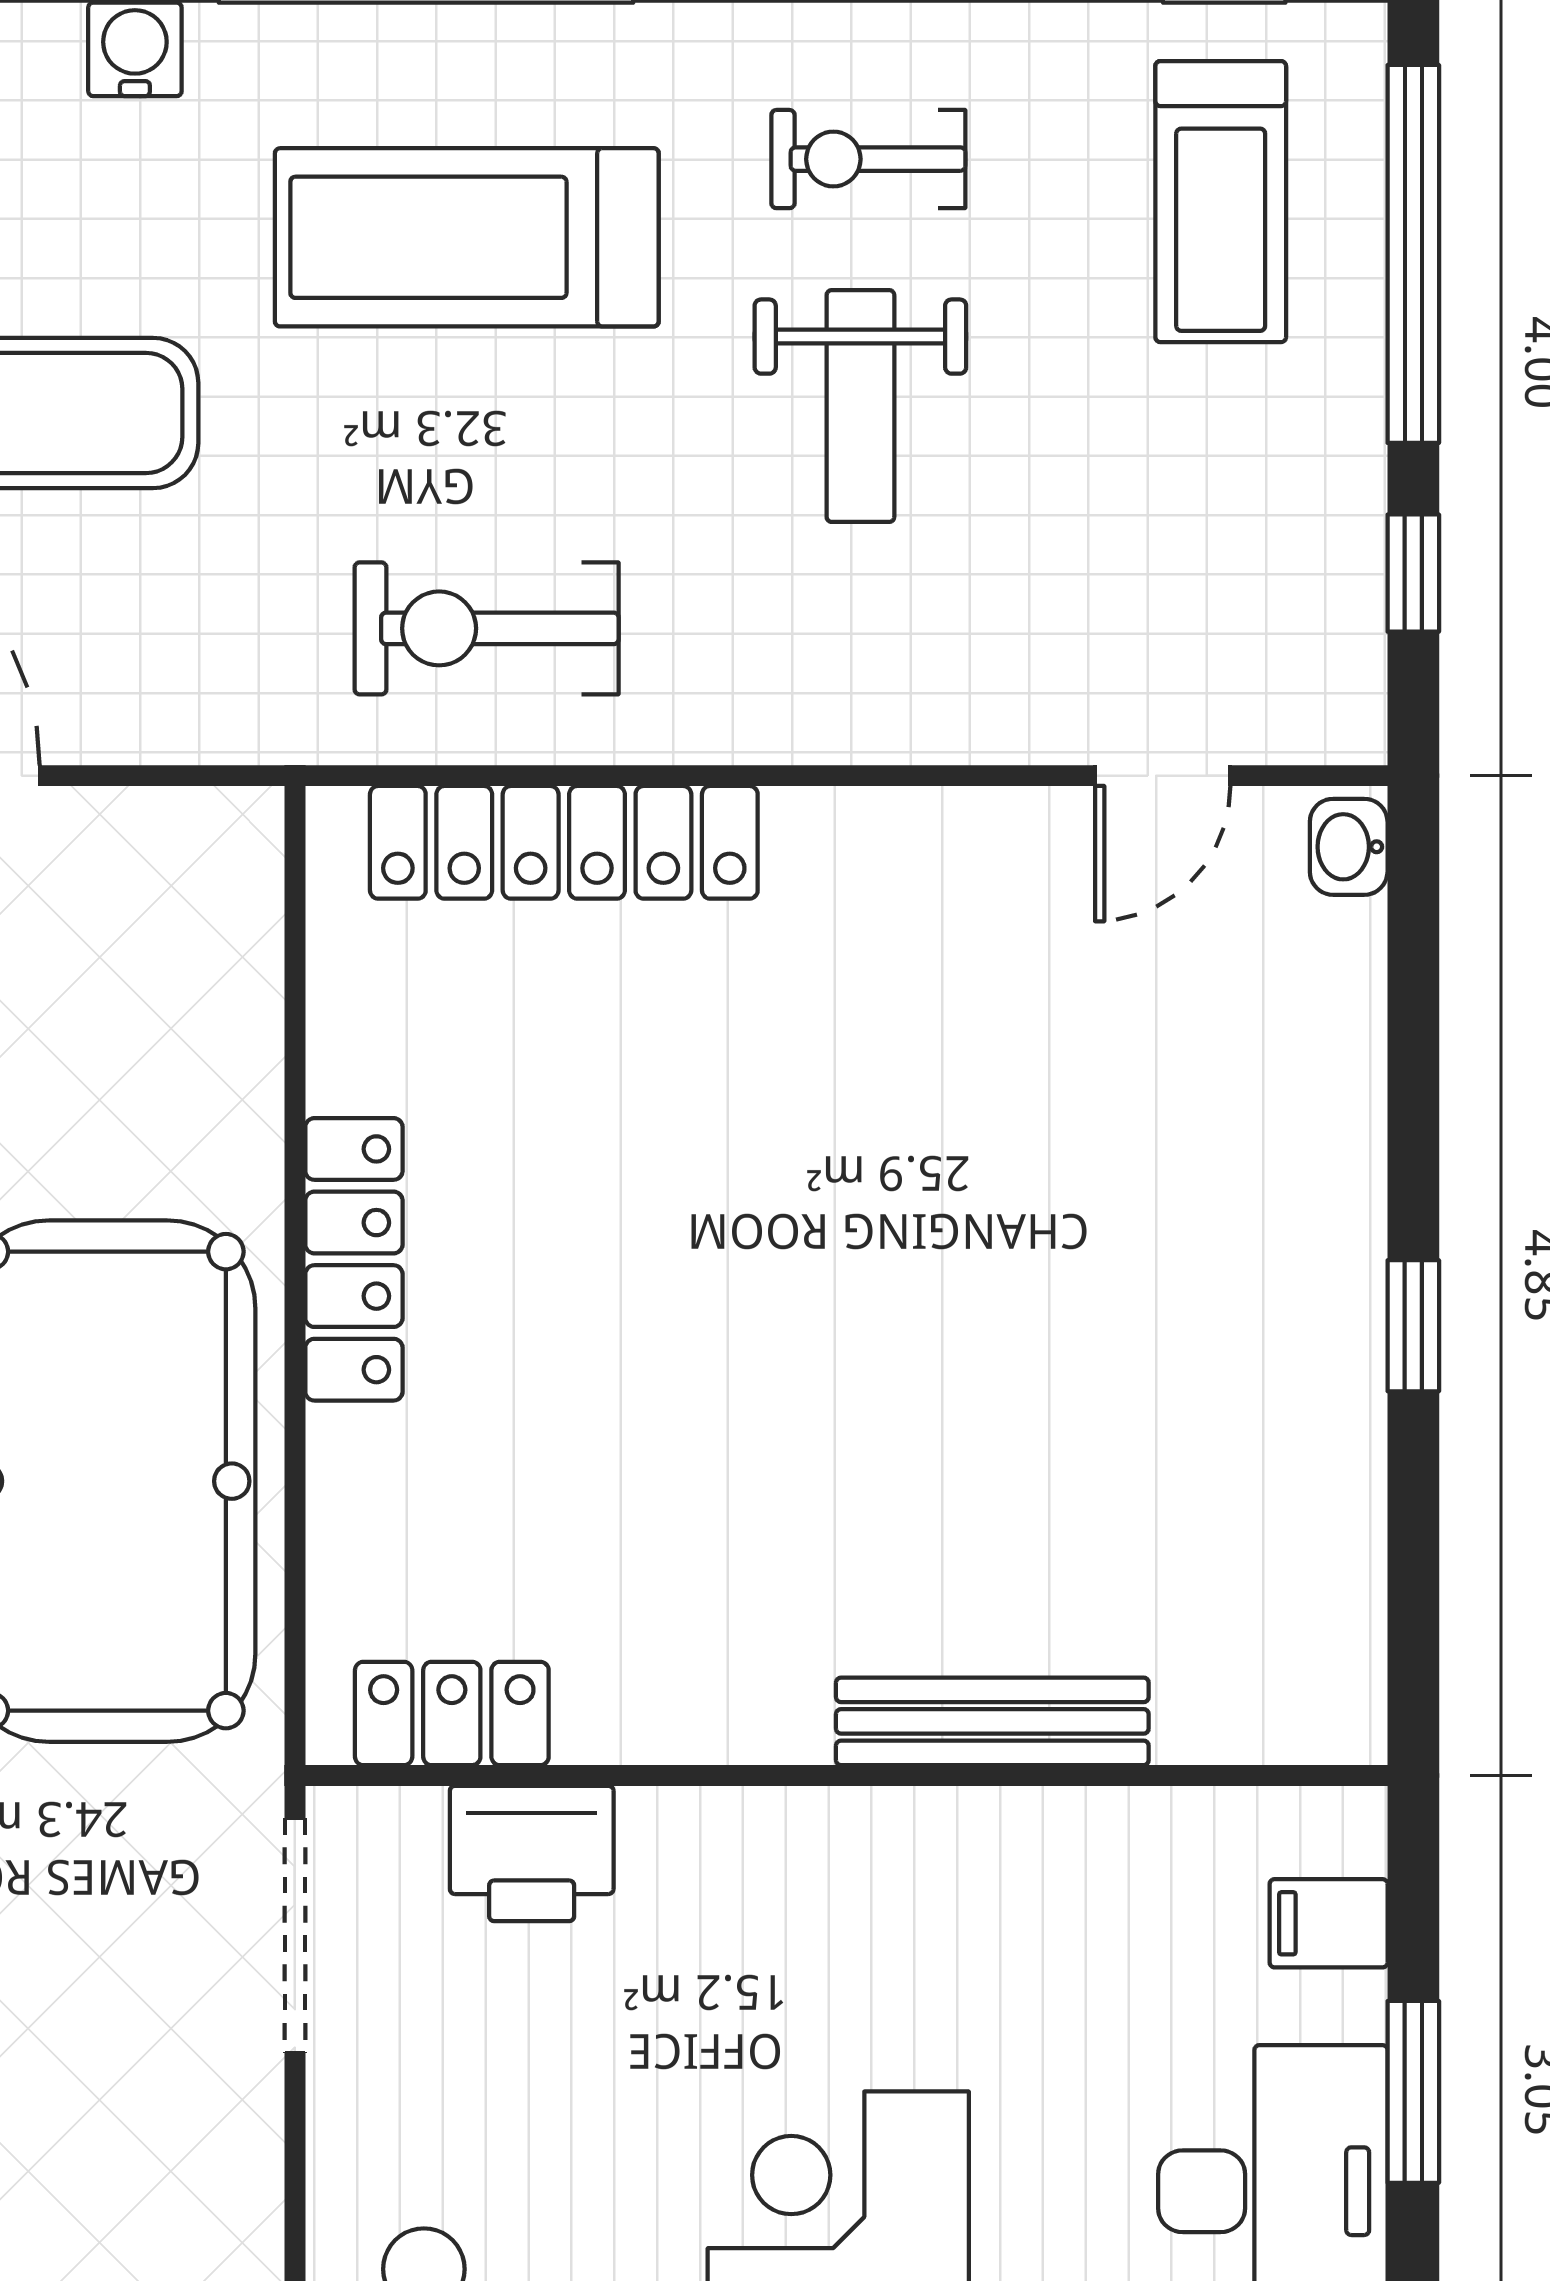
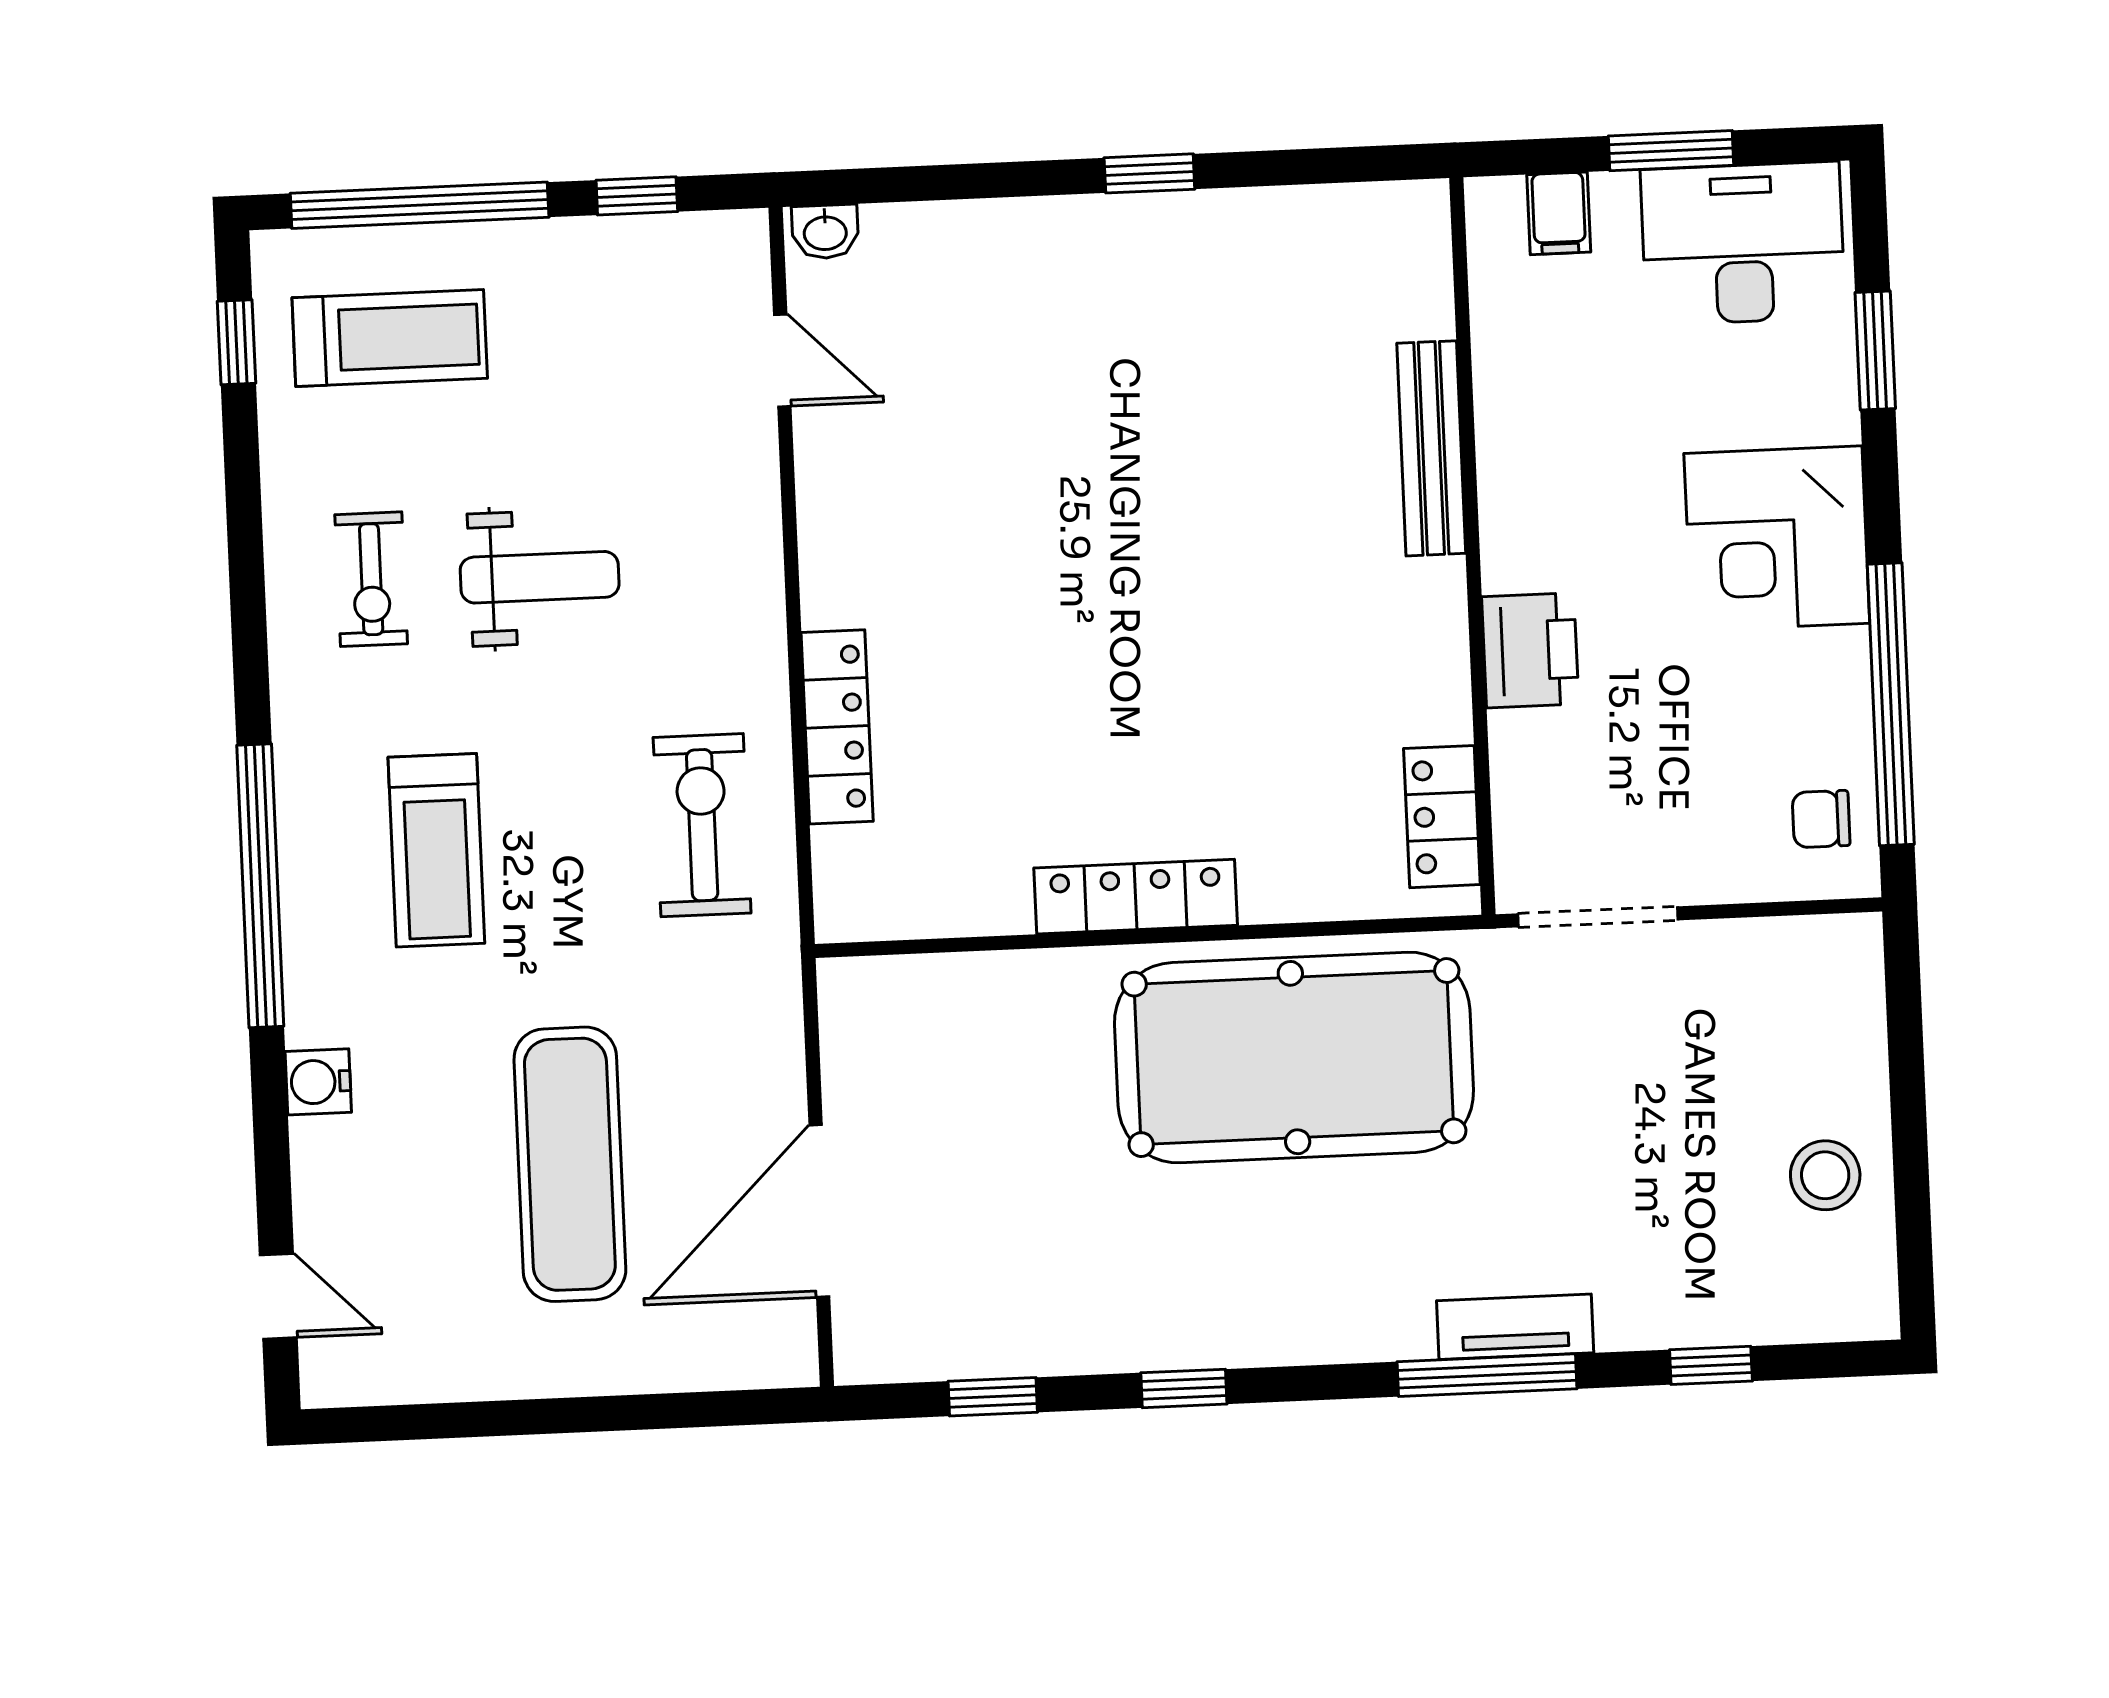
treadmill: (467, 237) -> (436, 850), width x0.73, depth x0.73
exercise bike: (487, 628) -> (702, 825), turned 180
locker: (564, 842) -> (837, 727), width x0.71, depth x0.83
printer: (532, 1853) -> (1530, 650), moved

